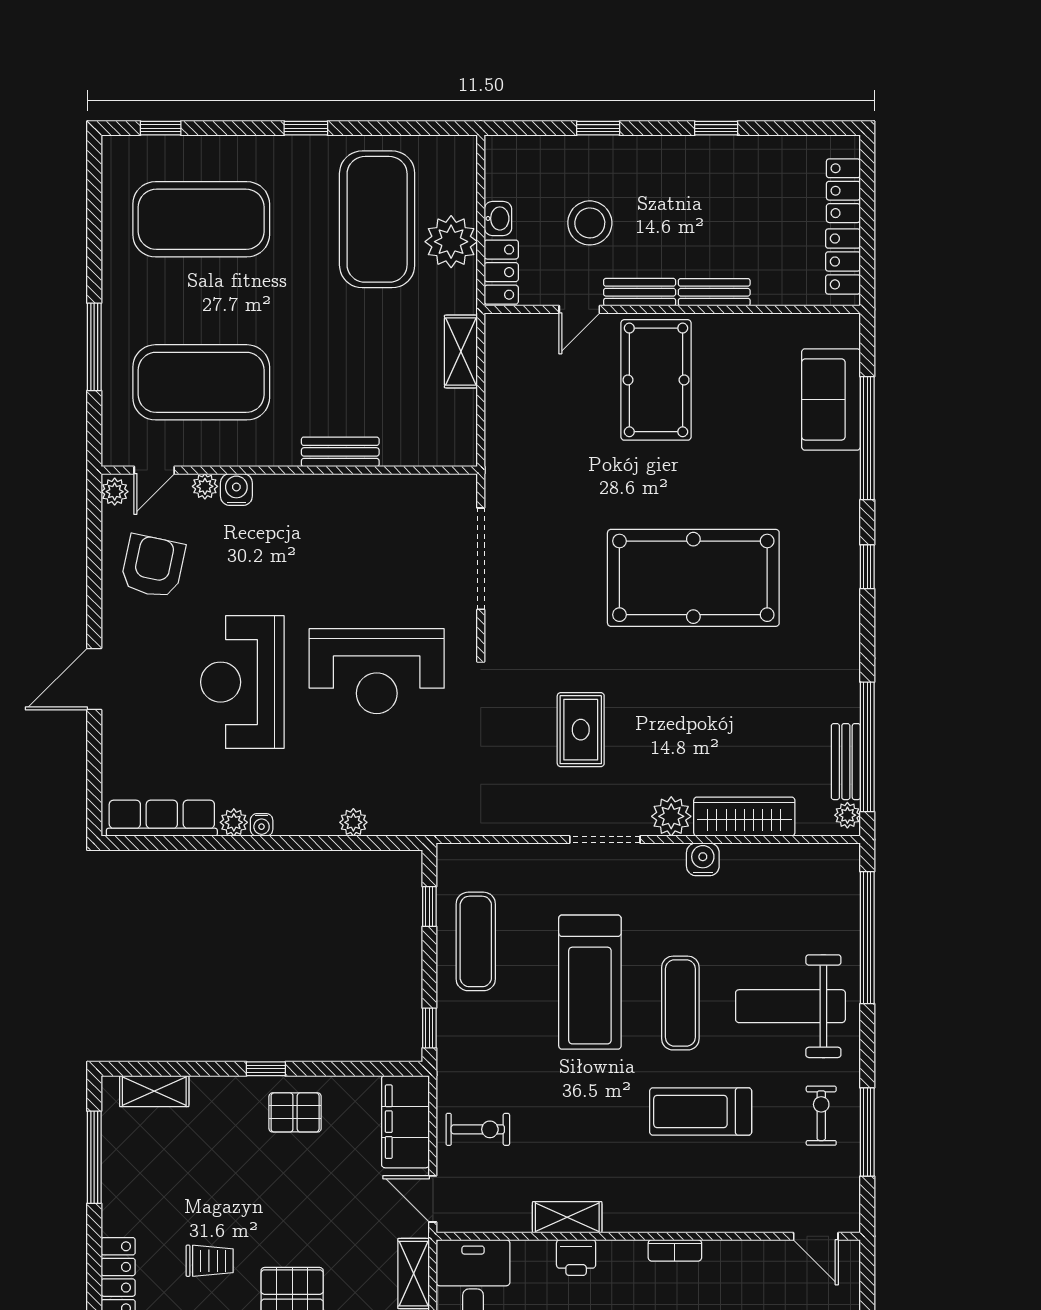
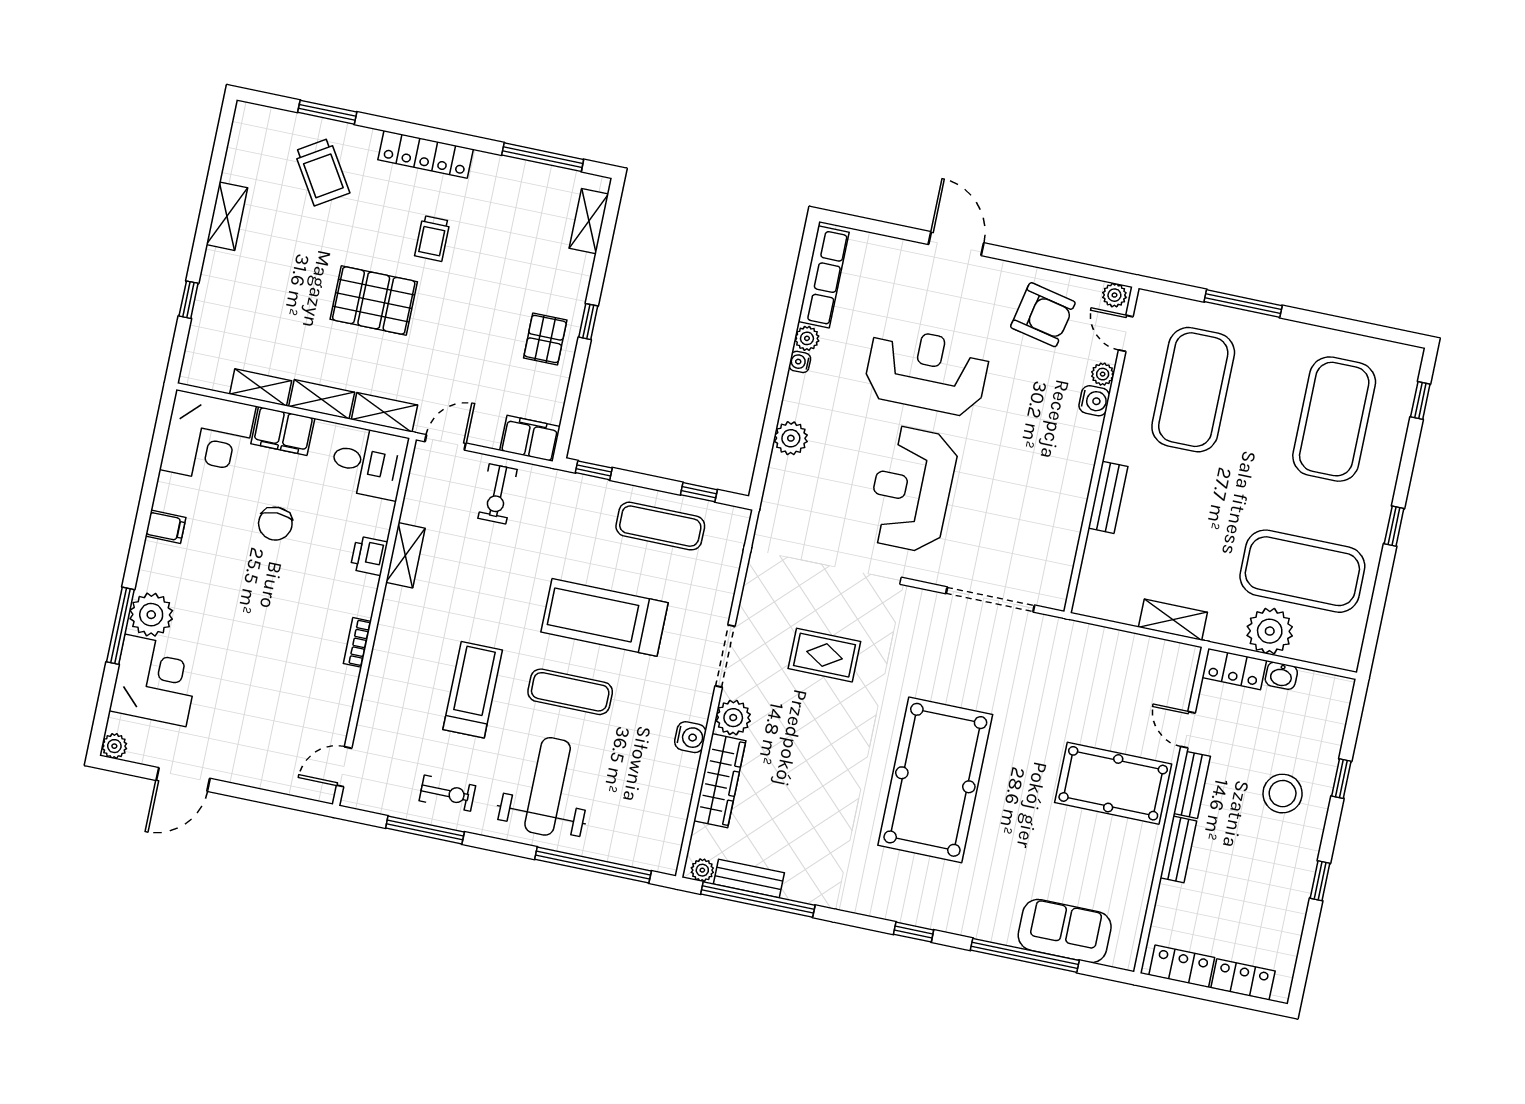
stool: (590, 223) -> (1283, 794), moved
plant: (353, 822) -> (791, 438), width x1.38, depth x1.38
filing cabinet: (405, 1122) -> (530, 438), width x0.67, depth x0.86

